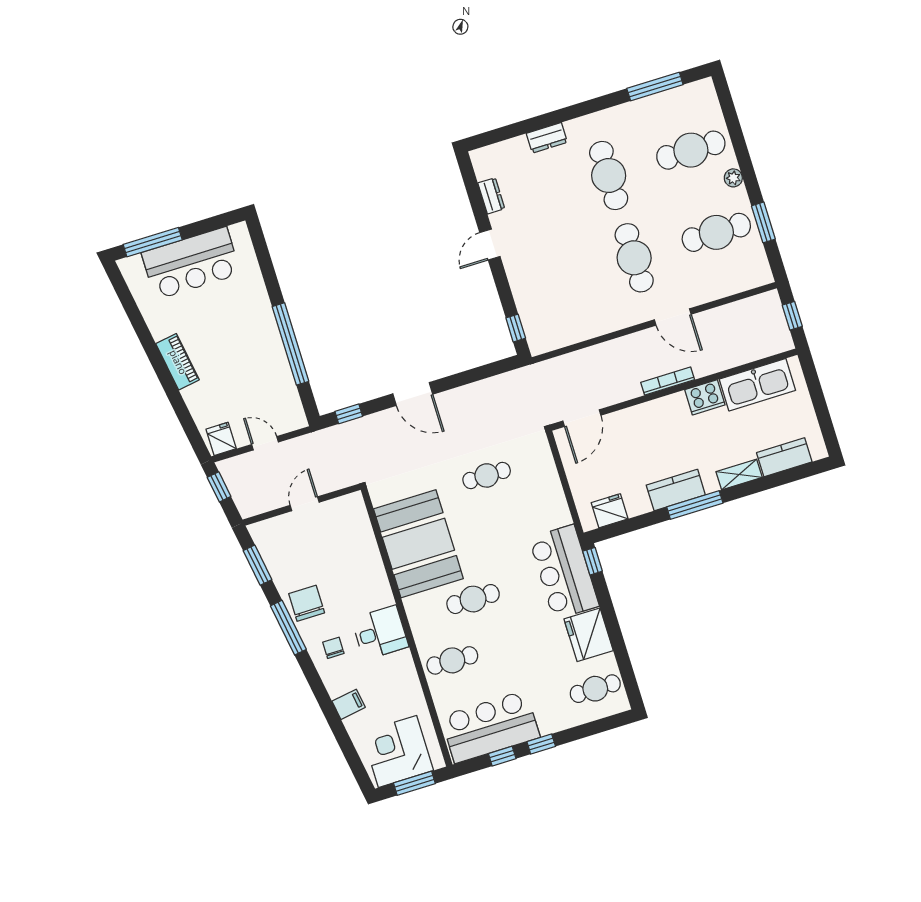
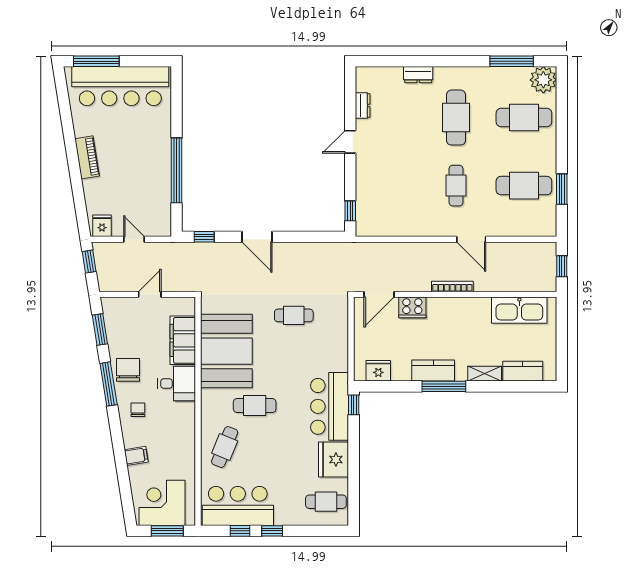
plant: (733, 178) -> (543, 80), moved, width x1.88, depth x1.88
cafe table: (634, 258) -> (456, 186), width x0.73, depth x0.74
bar counter: (191, 263) -> (120, 86), width x1.36
cooker: (705, 397) -> (412, 307), moved
filing cabinet: (362, 547) -> (183, 340), added
desk: (380, 633) -> (177, 383), moved
cafe table: (452, 660) -> (225, 447), turned -69

